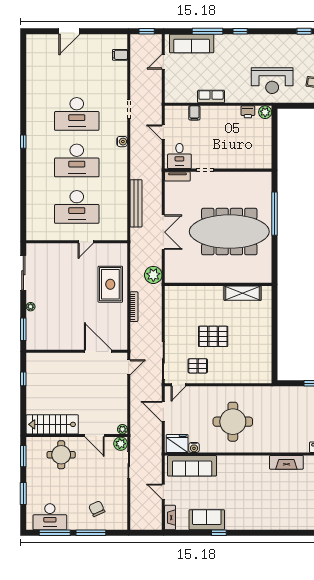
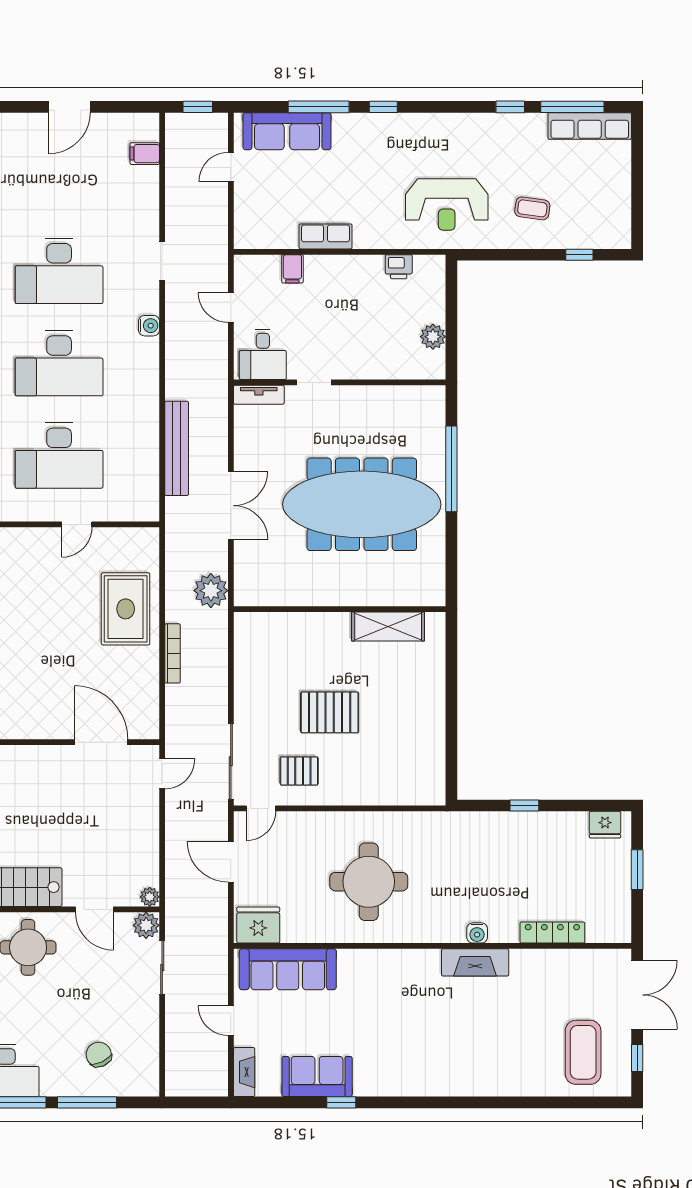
door: (69, 31) -> (69, 107), moved
plant: (265, 112) -> (433, 337), moved
water cooler: (194, 447) -> (477, 933), moved

